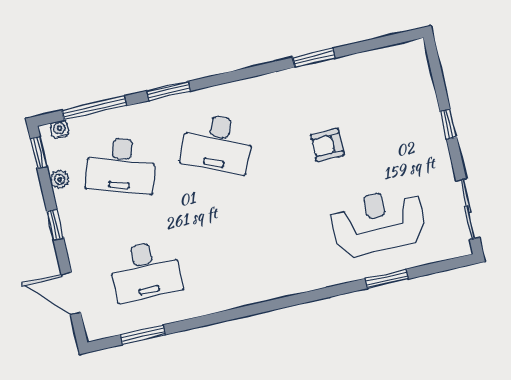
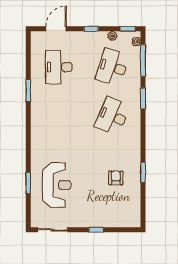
armchair: (327, 145) -> (116, 178), moved
window: (143, 335) -> (28, 90), moved

